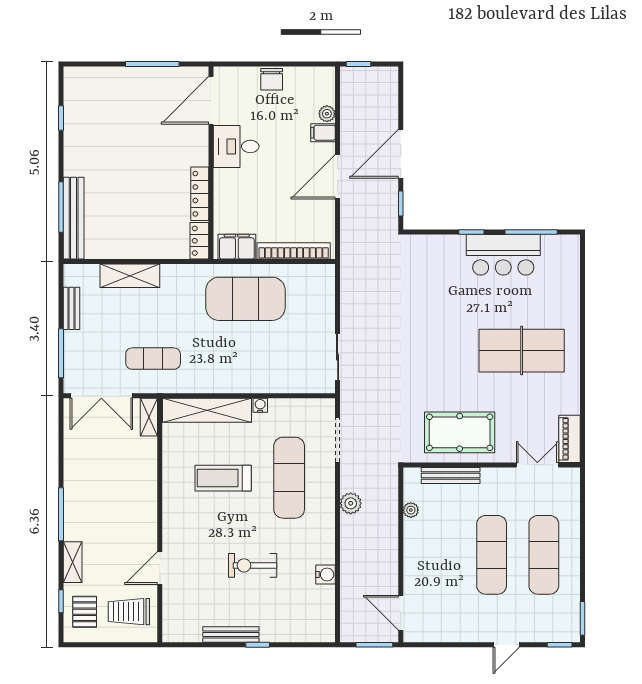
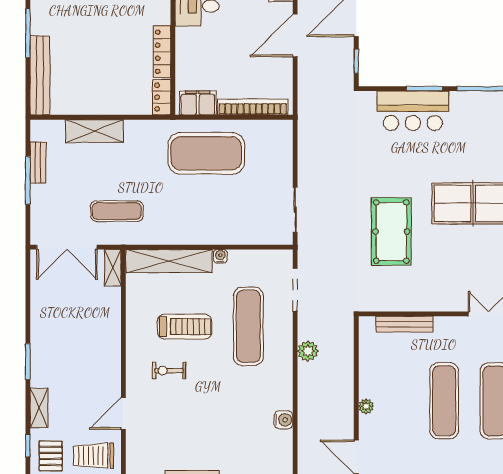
window: (61, 207) -> (28, 33), moved
window: (471, 232) -> (425, 89), width x1.50
bar counter: (503, 255) -> (413, 111), moved
window: (61, 353) -> (28, 180), moved
pool table: (460, 432) -> (391, 232), moved, turned 90
treadmill: (223, 478) -> (185, 327), turned 180
plant: (411, 510) -> (366, 406), moved
window: (61, 514) -> (28, 362), width x0.69
exercise bike: (253, 565) -> (169, 371), moved, width x0.73, depth x0.72

